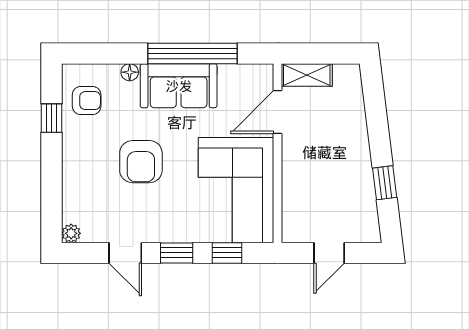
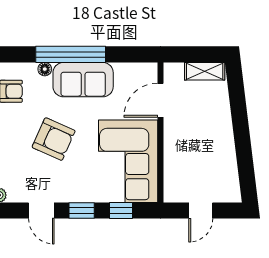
window: (193, 53) -> (71, 54), moved
shelving: (307, 75) -> (205, 71), moved
armchair: (141, 162) -> (54, 139), turned -66
window: (385, 183) -> (244, 156), removed

